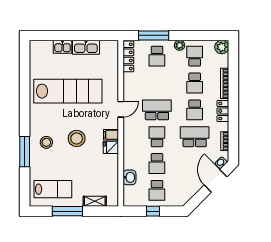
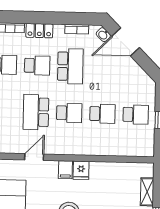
door: (121, 109) -> (34, 157), hinge flipped
school desk: (157, 137) -> (69, 113), turned 180
school desk: (195, 137) -> (70, 66), turned 180
washbasin: (129, 177) -> (119, 148), removed

